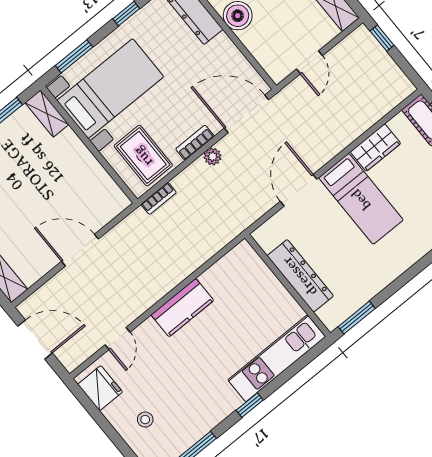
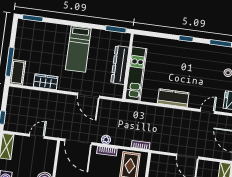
door: (299, 190) -> (88, 96), hinge flipped
bed: (361, 199) -> (78, 49), moved, turned 180
kitchen unit: (277, 358) -> (136, 74), moved, turned -90

